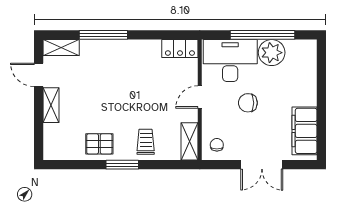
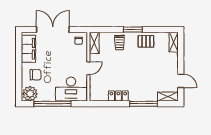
locker: (180, 48) -> (118, 96), moved
plant: (272, 53) -> (30, 94), moved
chair: (248, 103) -> (36, 75), moved
shelving: (51, 105) -> (174, 42), moved
double door: (262, 165) -> (53, 30), width x1.37

